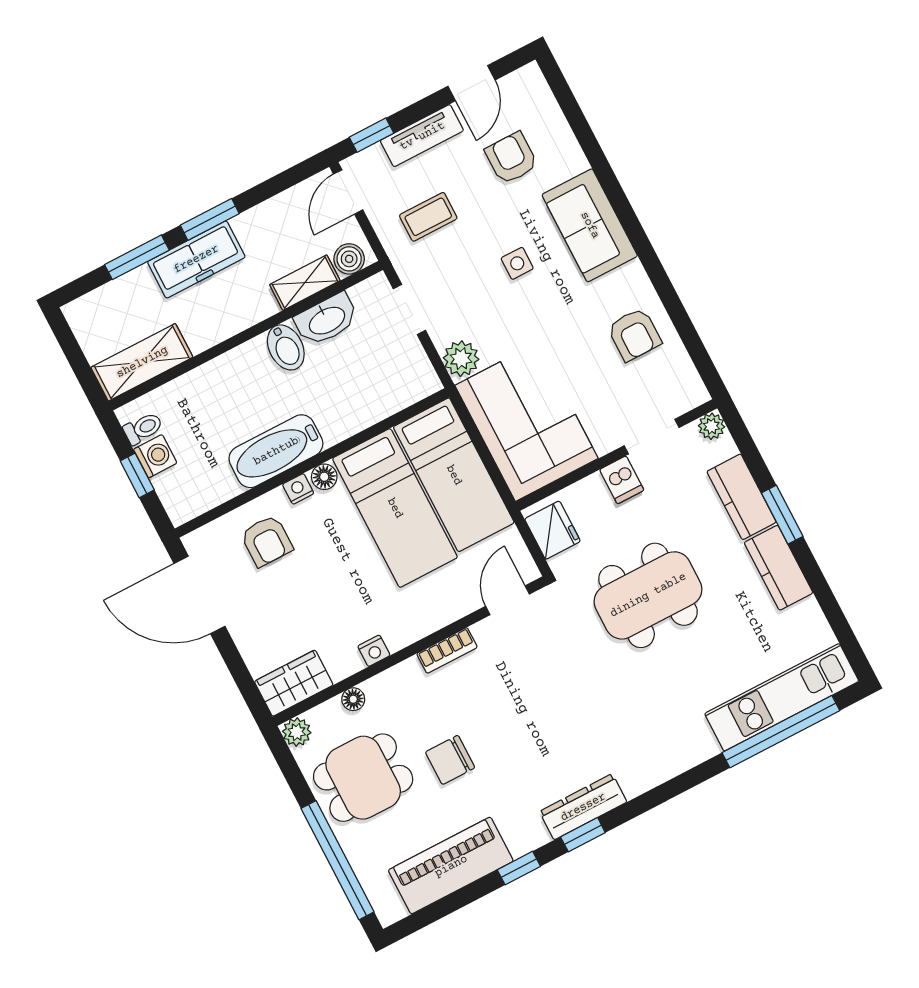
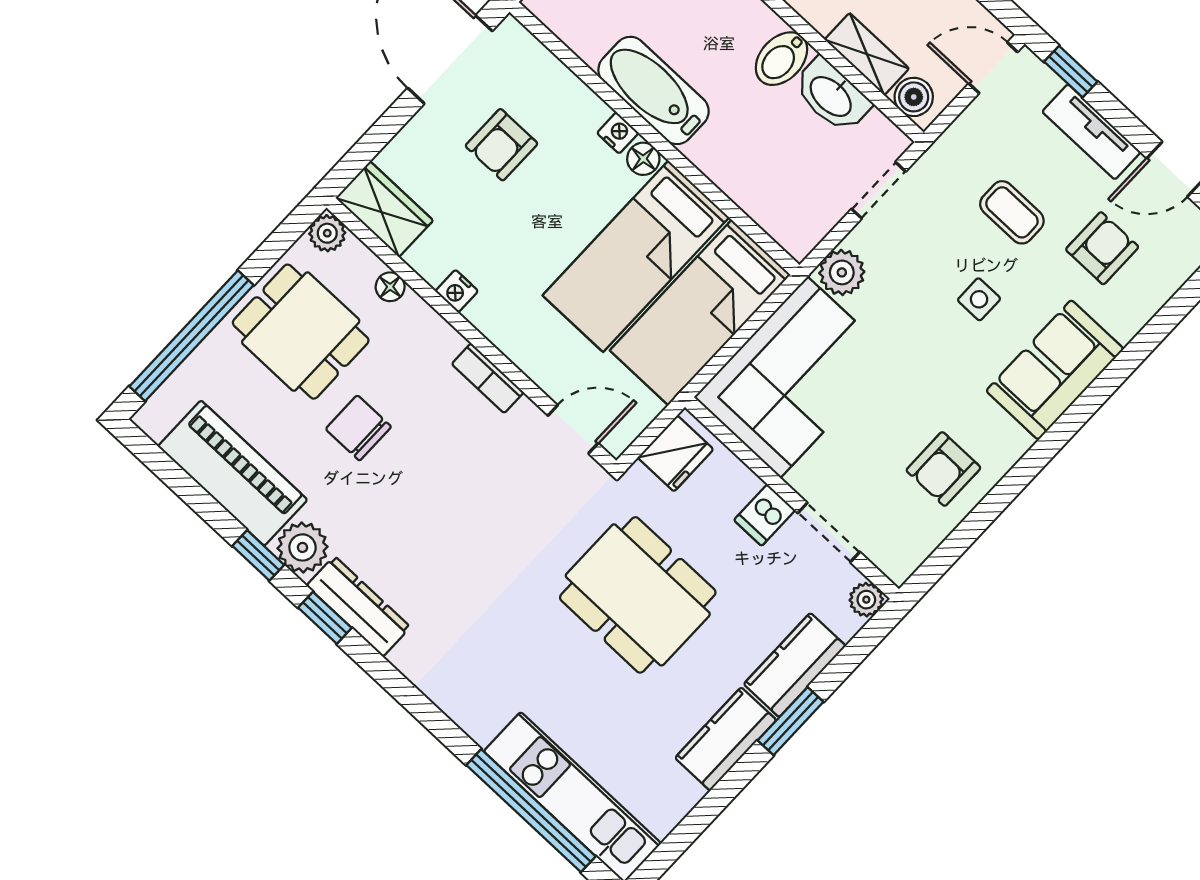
coffee table: (428, 217) -> (1012, 212), moved
armchair: (267, 541) -> (502, 145), moved
plant: (525, 833) -> (302, 547), added

